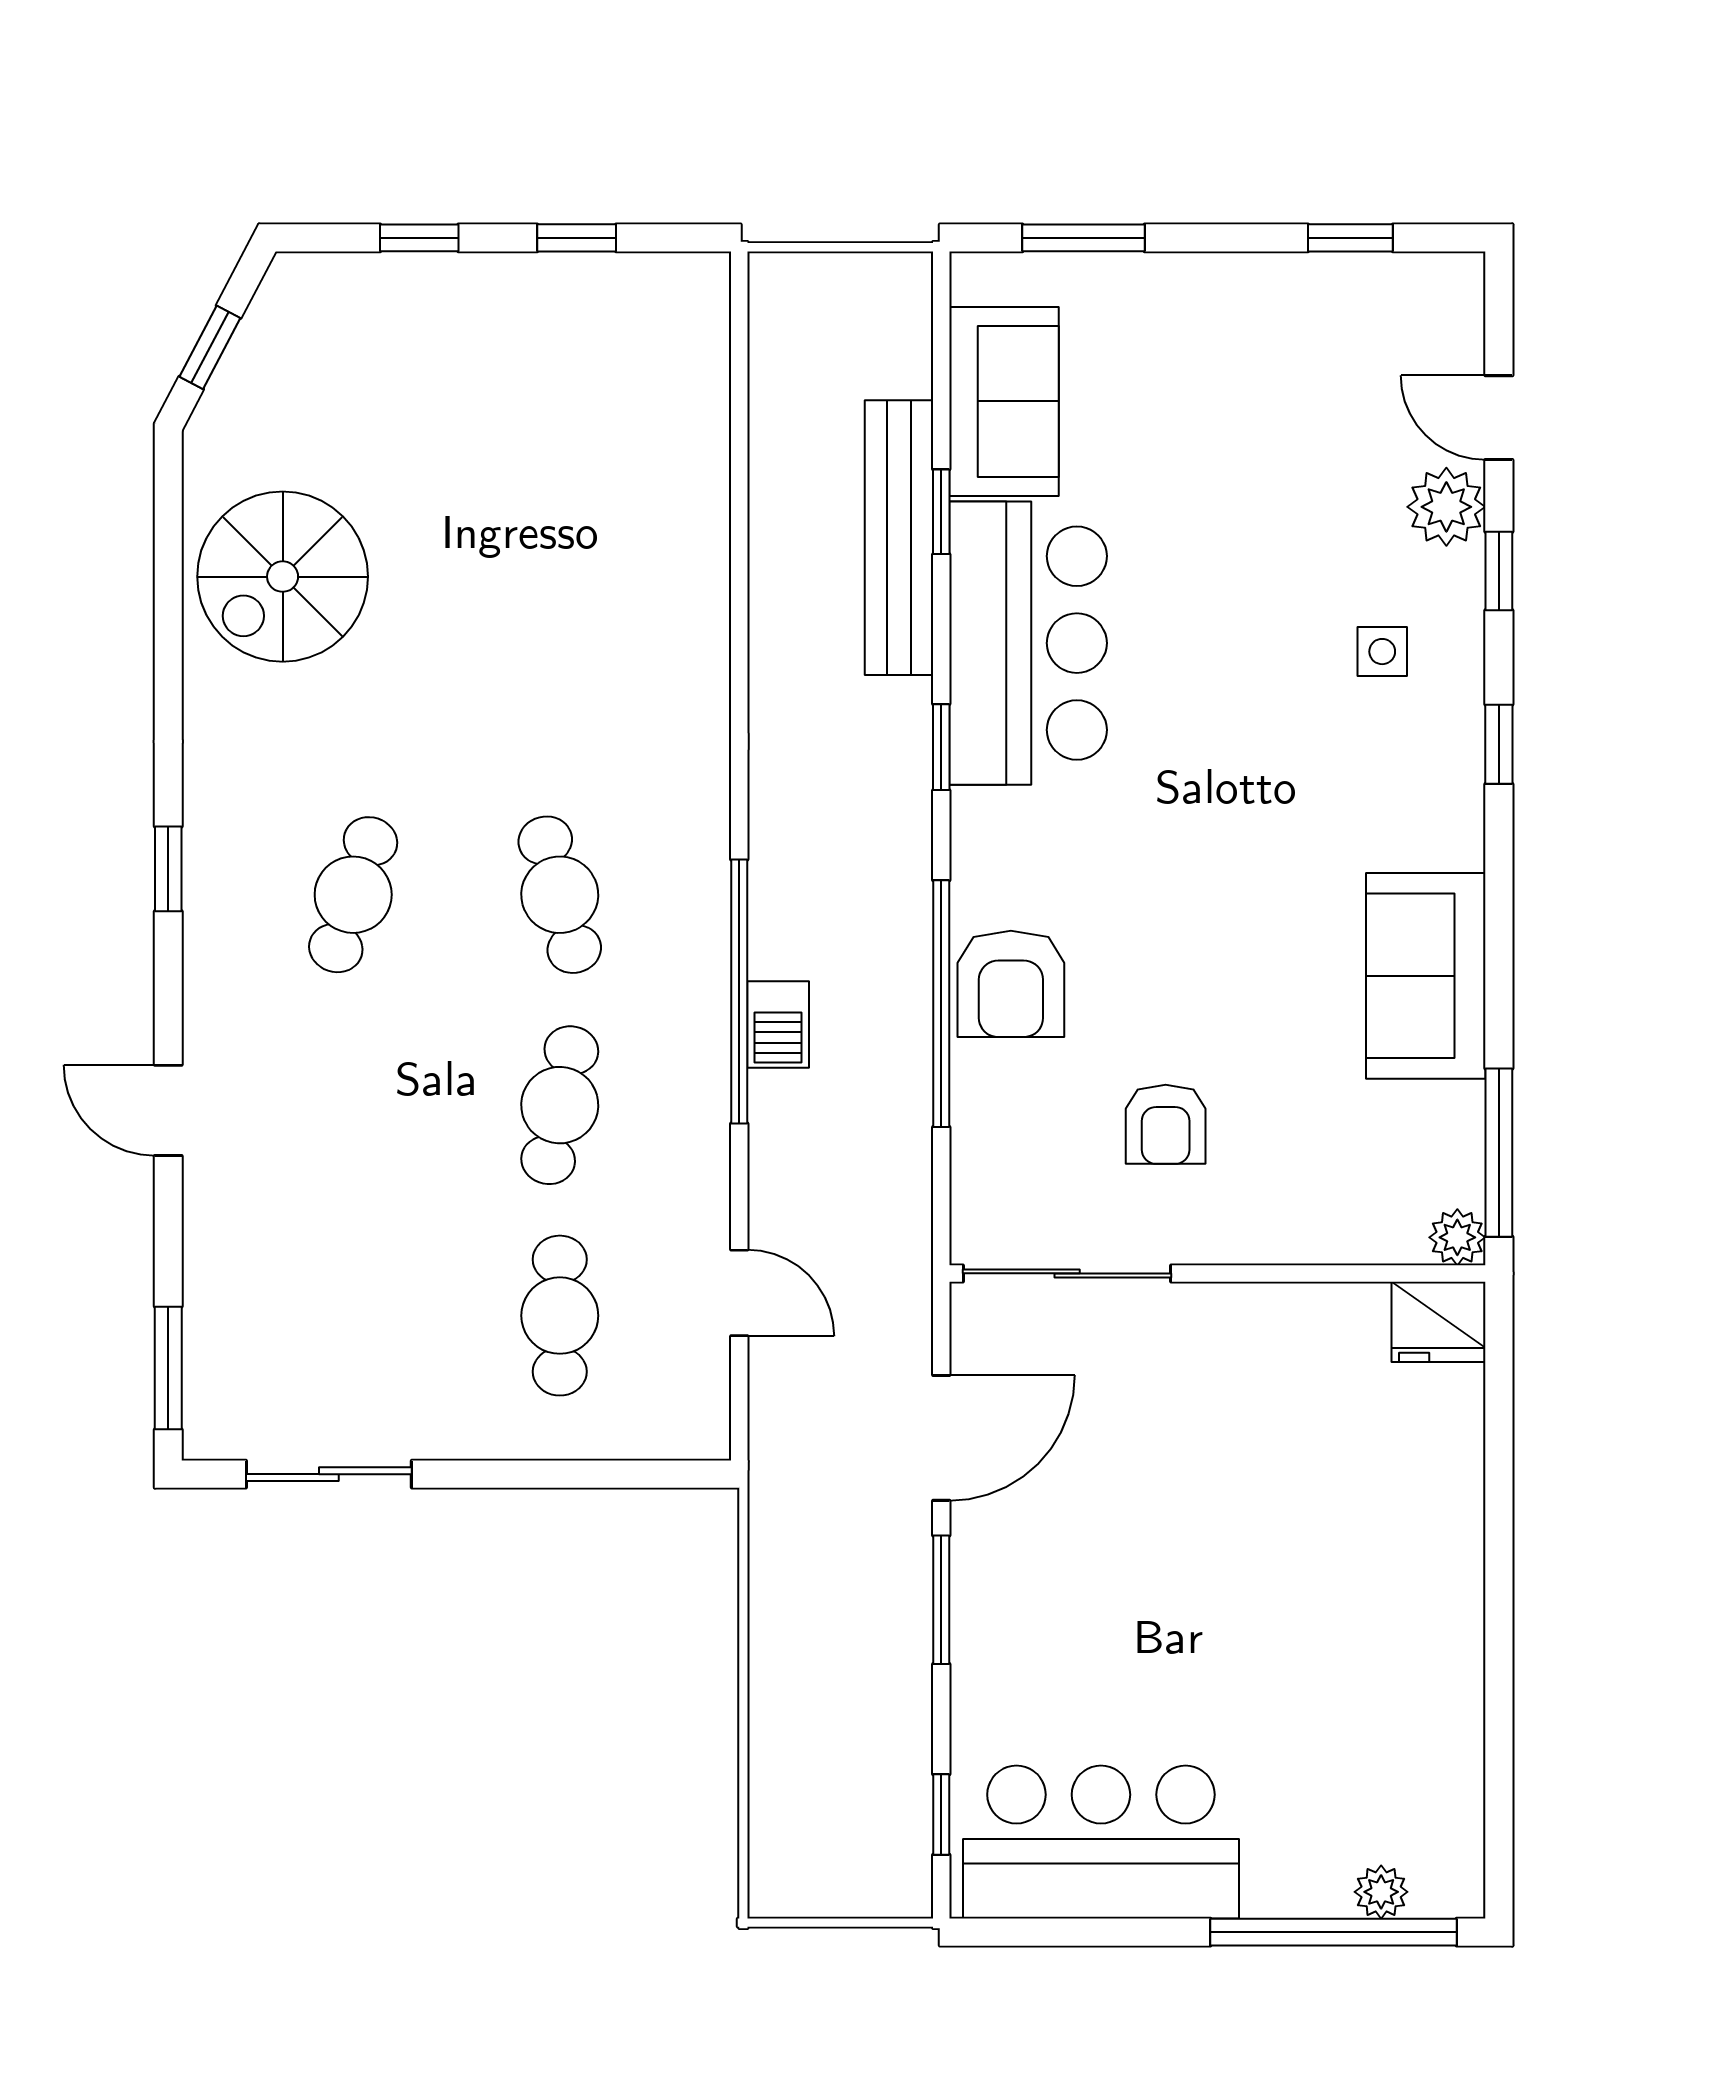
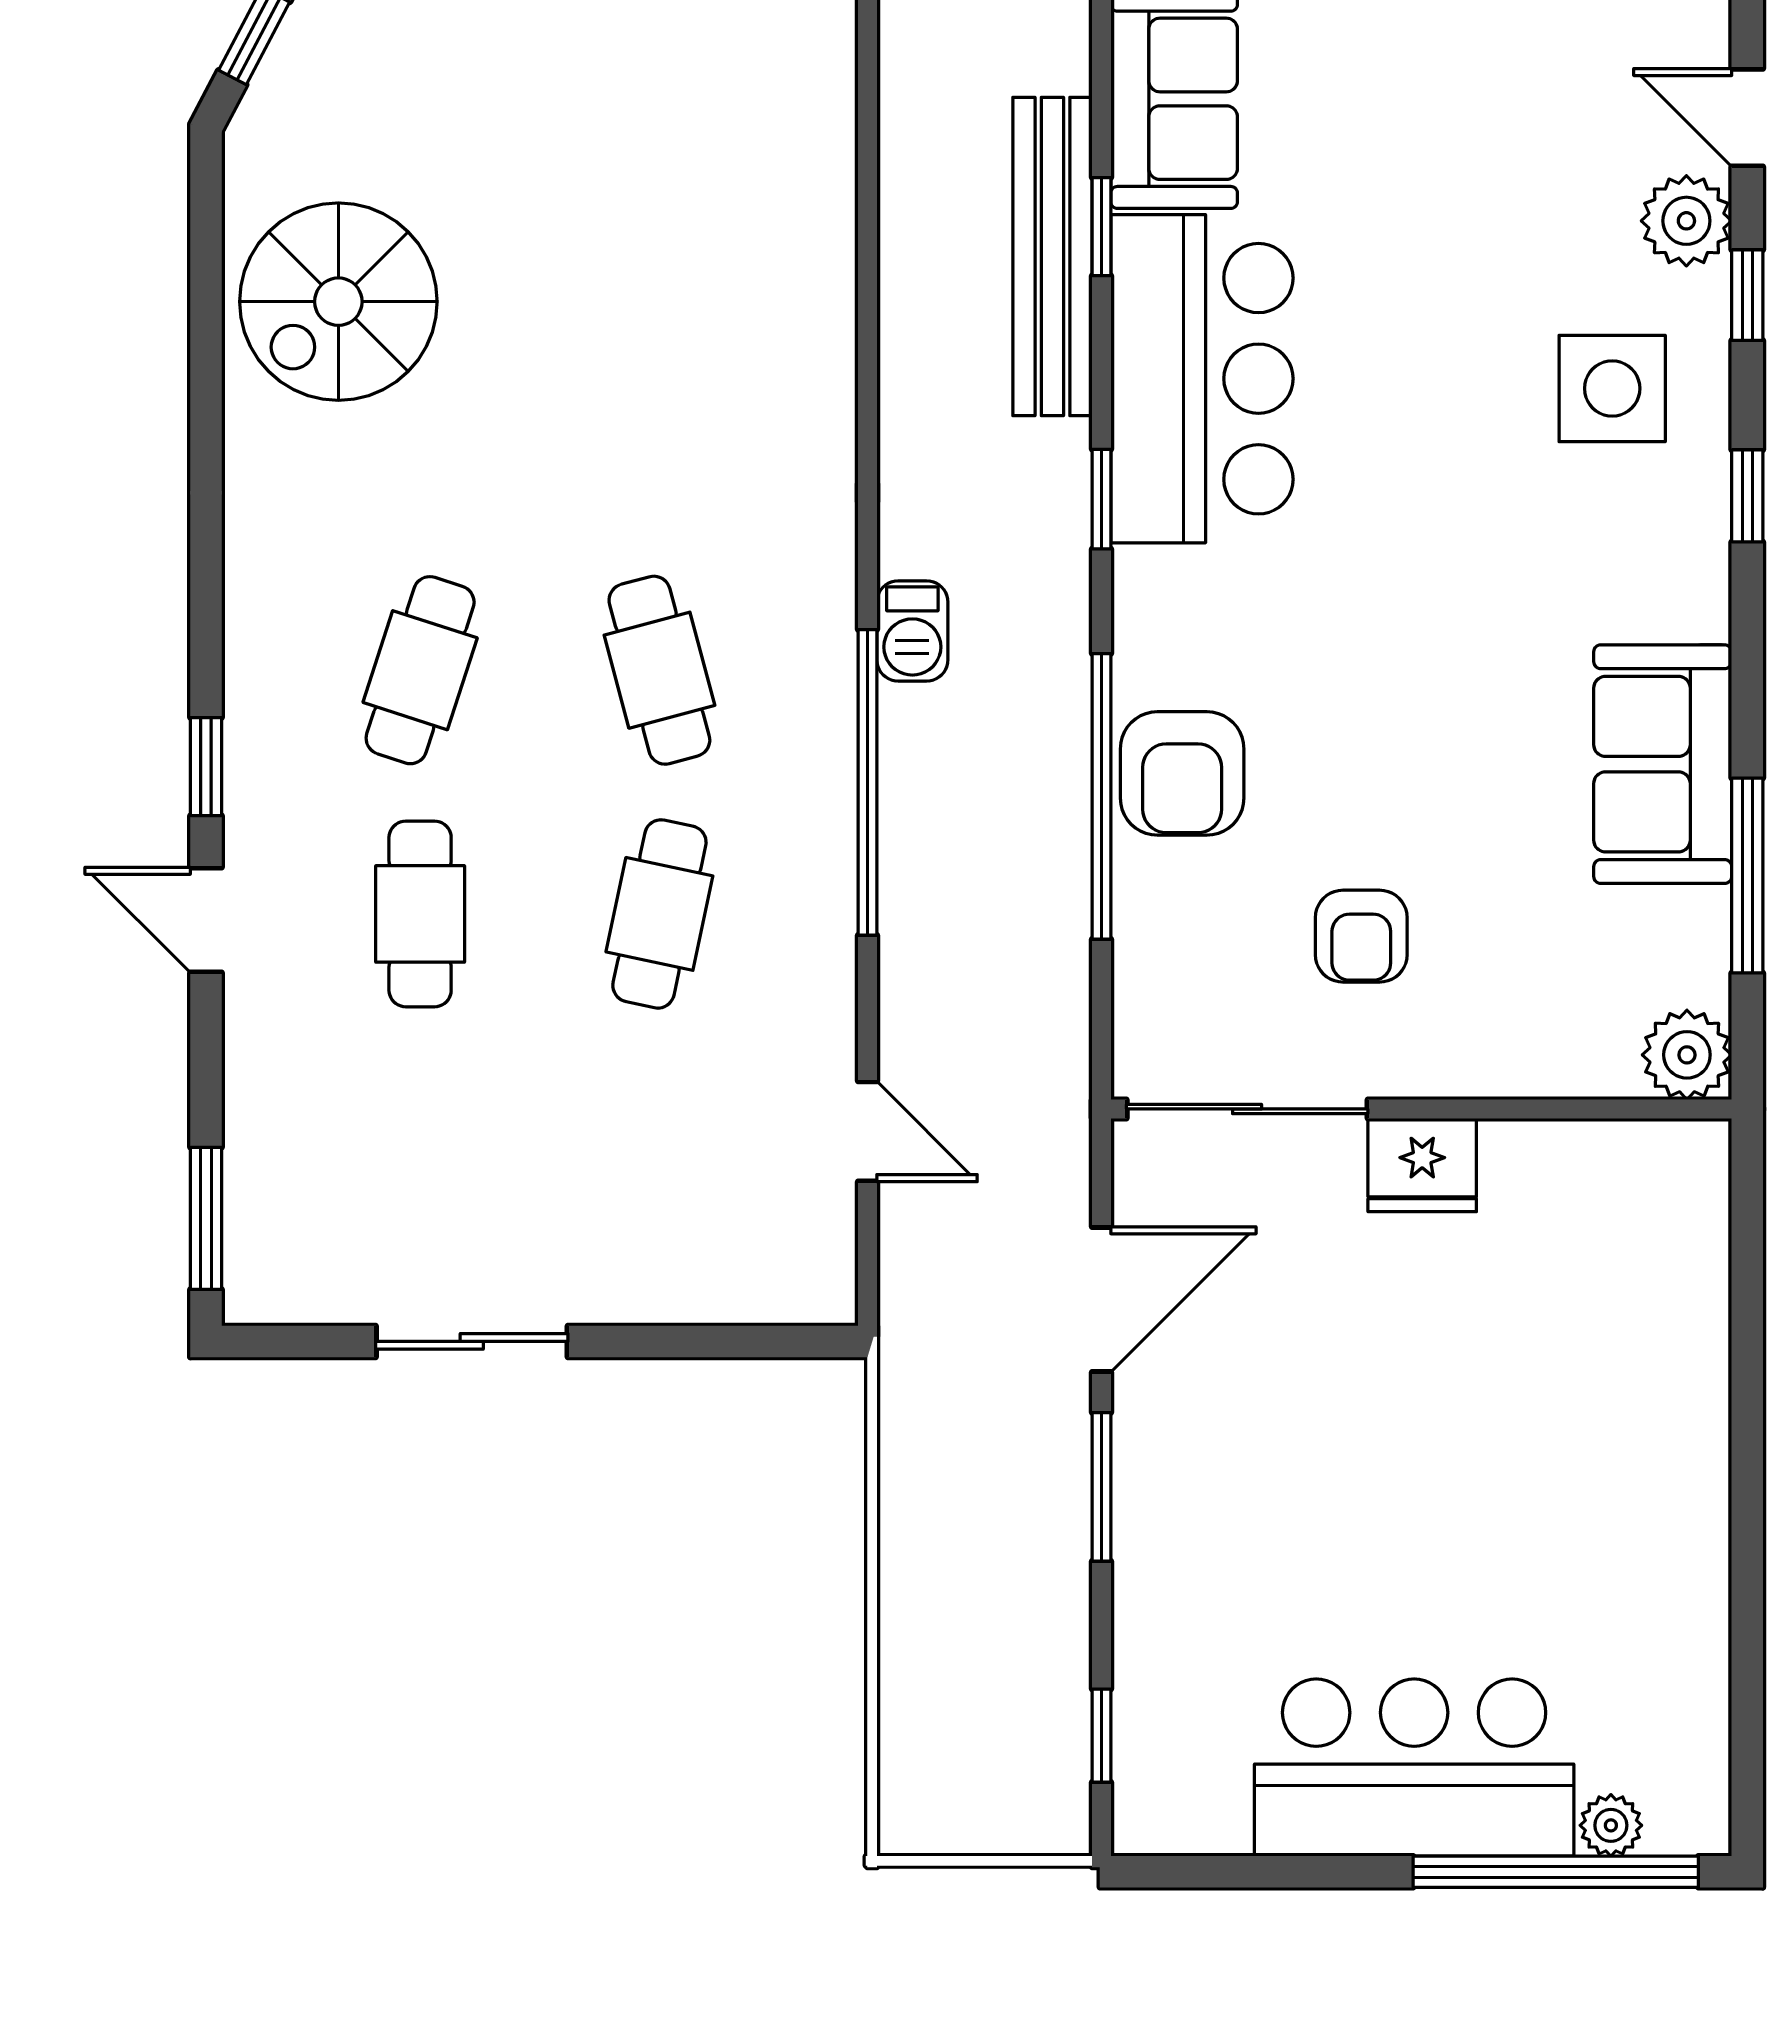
side table: (1382, 652) -> (1612, 388), width x1.87, depth x1.87
window: (168, 869) -> (206, 767), moved
barbecue: (778, 1025) -> (912, 631), moved
window: (1499, 1153) -> (1747, 876), moved
plant: (1457, 1237) -> (1687, 1055), width x1.38, depth x1.38
cafe table: (560, 1316) -> (420, 914), moved
fridge: (1439, 1322) -> (1422, 1165), moved
sliding door: (329, 1474) -> (472, 1341), moved
bar counter: (1101, 1842) -> (1414, 1768), moved

